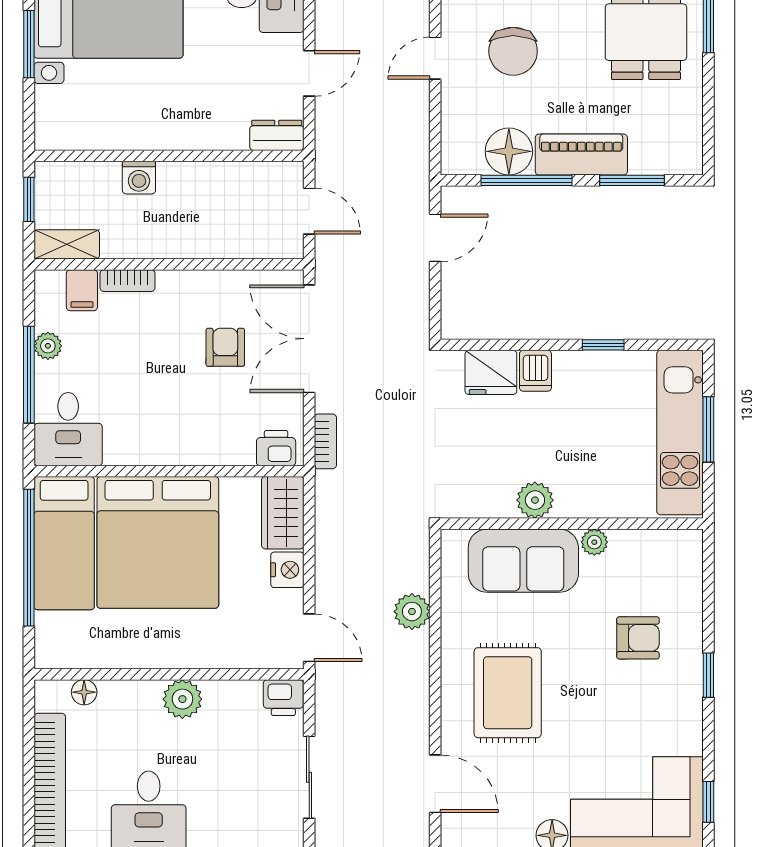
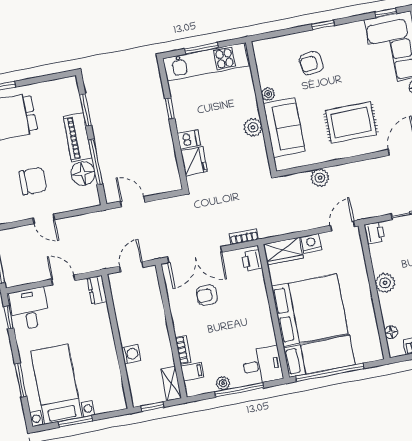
armchair: (638, 638) -> (311, 63), turned -98

